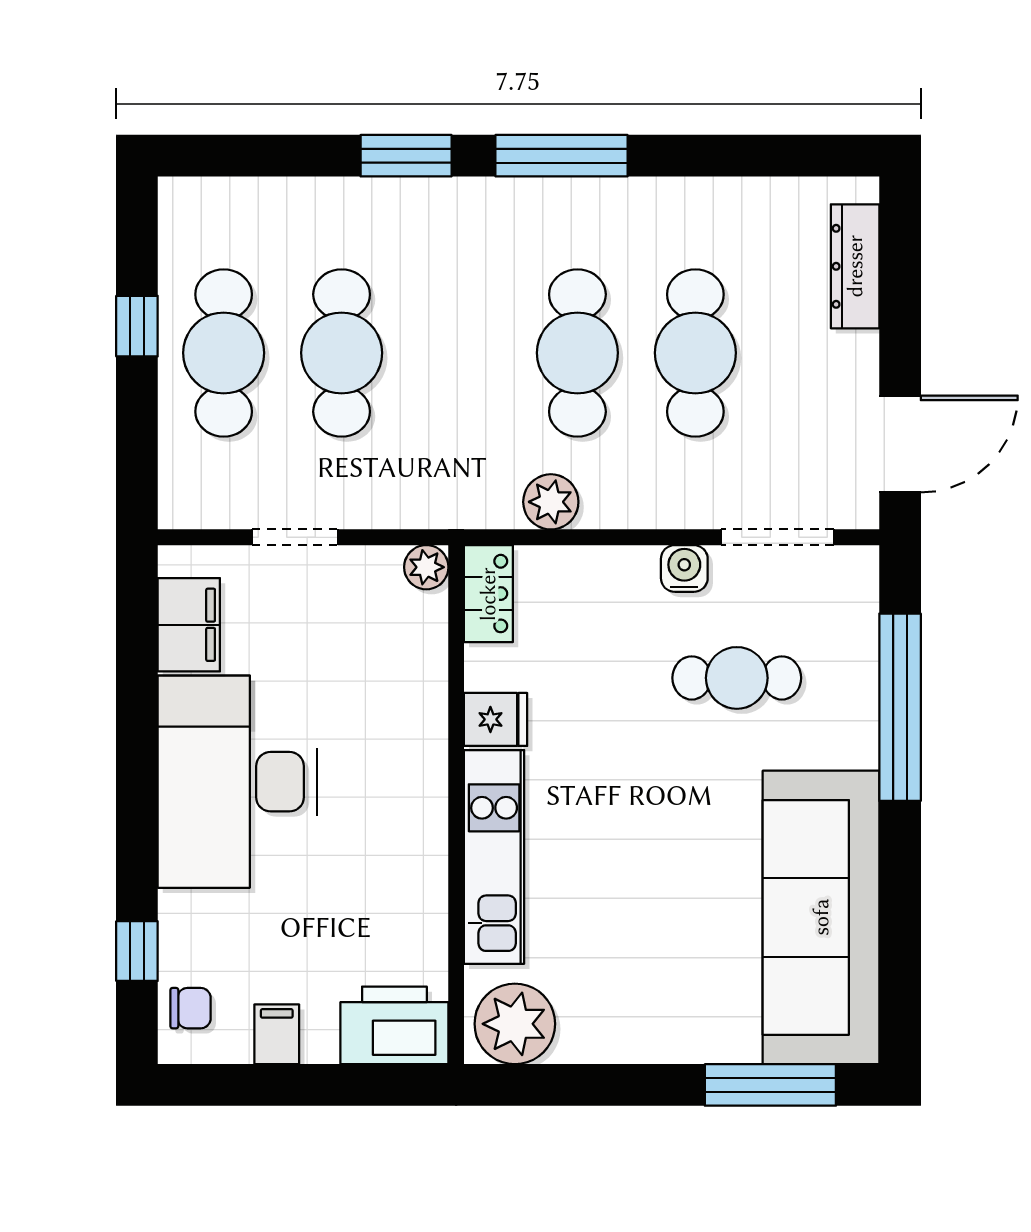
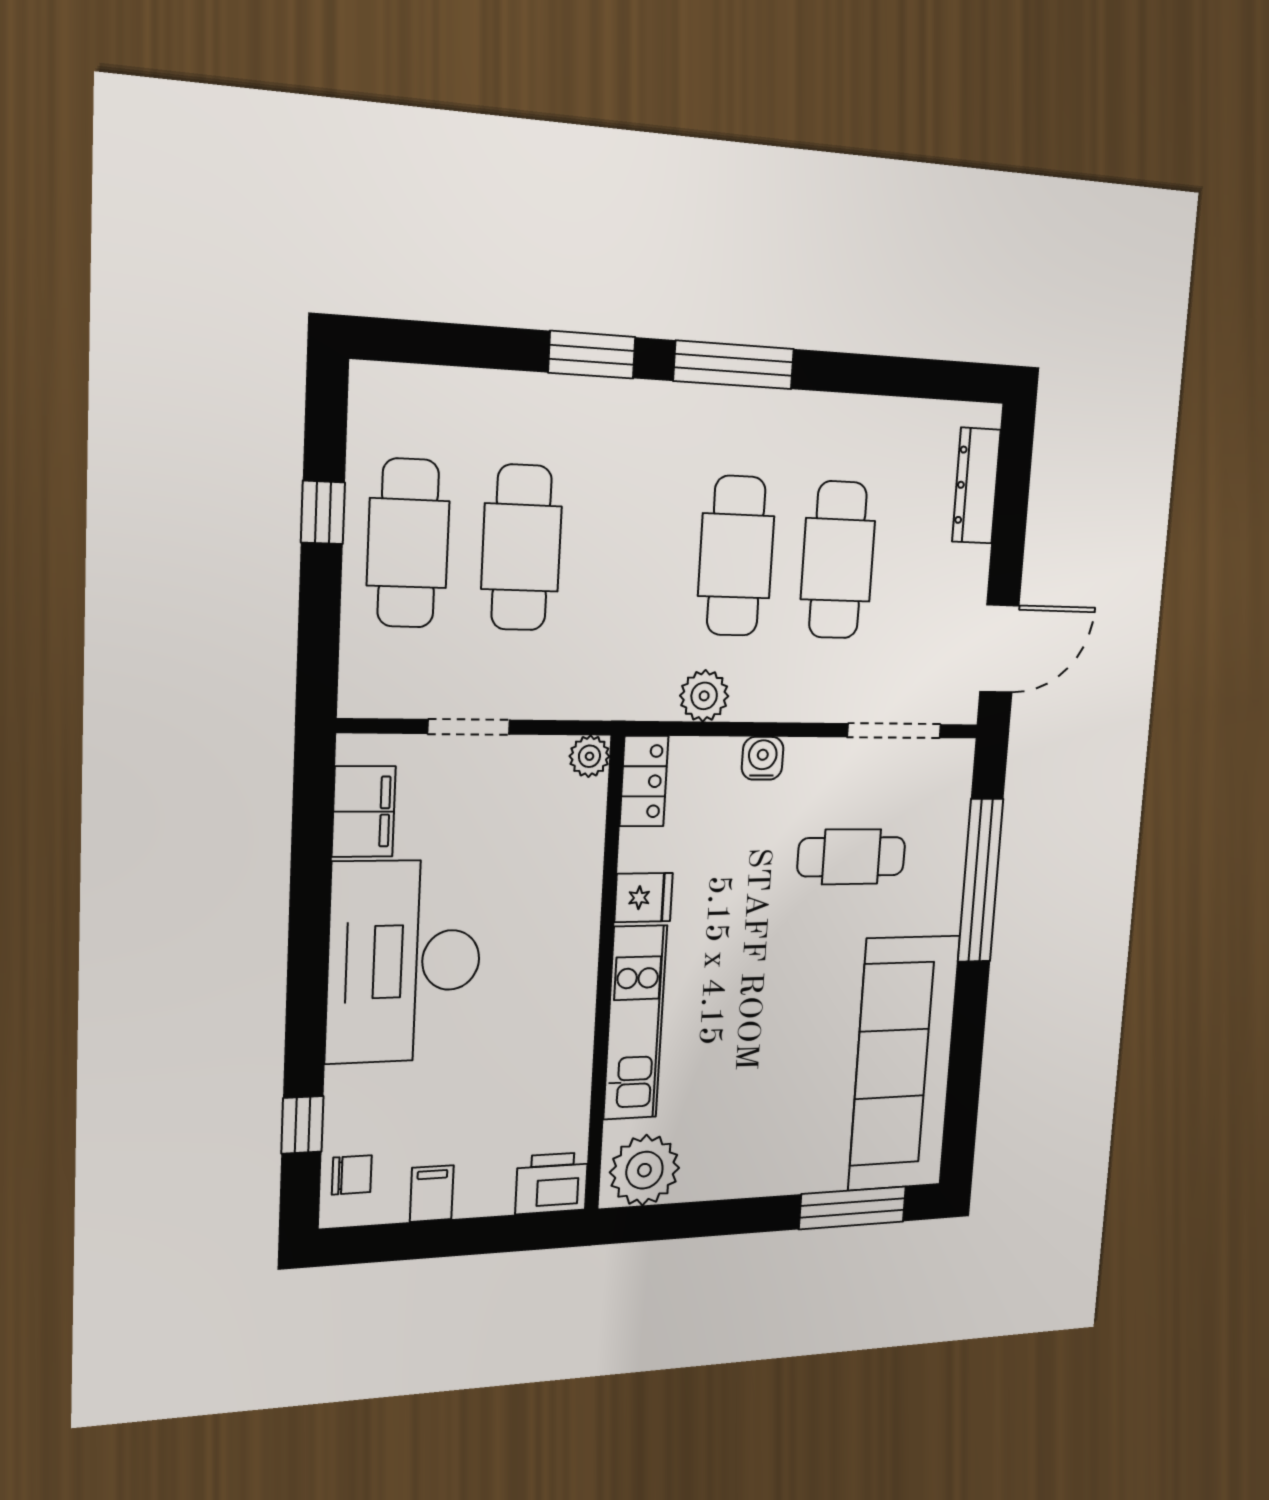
water cooler: (684, 568) -> (763, 758), moved
printer: (394, 1025) -> (552, 1183), width x0.73, depth x0.84

